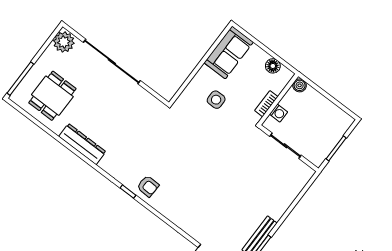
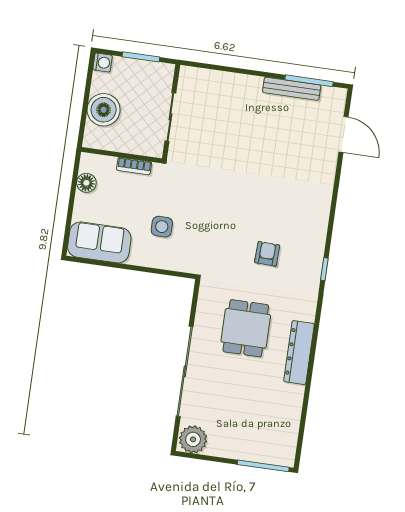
boiler: (300, 85) -> (104, 110), moved, width x1.86, depth x1.86
dining table: (52, 96) -> (246, 328), moved, turned 90
washing machine: (278, 113) -> (103, 63), moved, turned 90
armchair: (148, 186) -> (267, 254), moved

